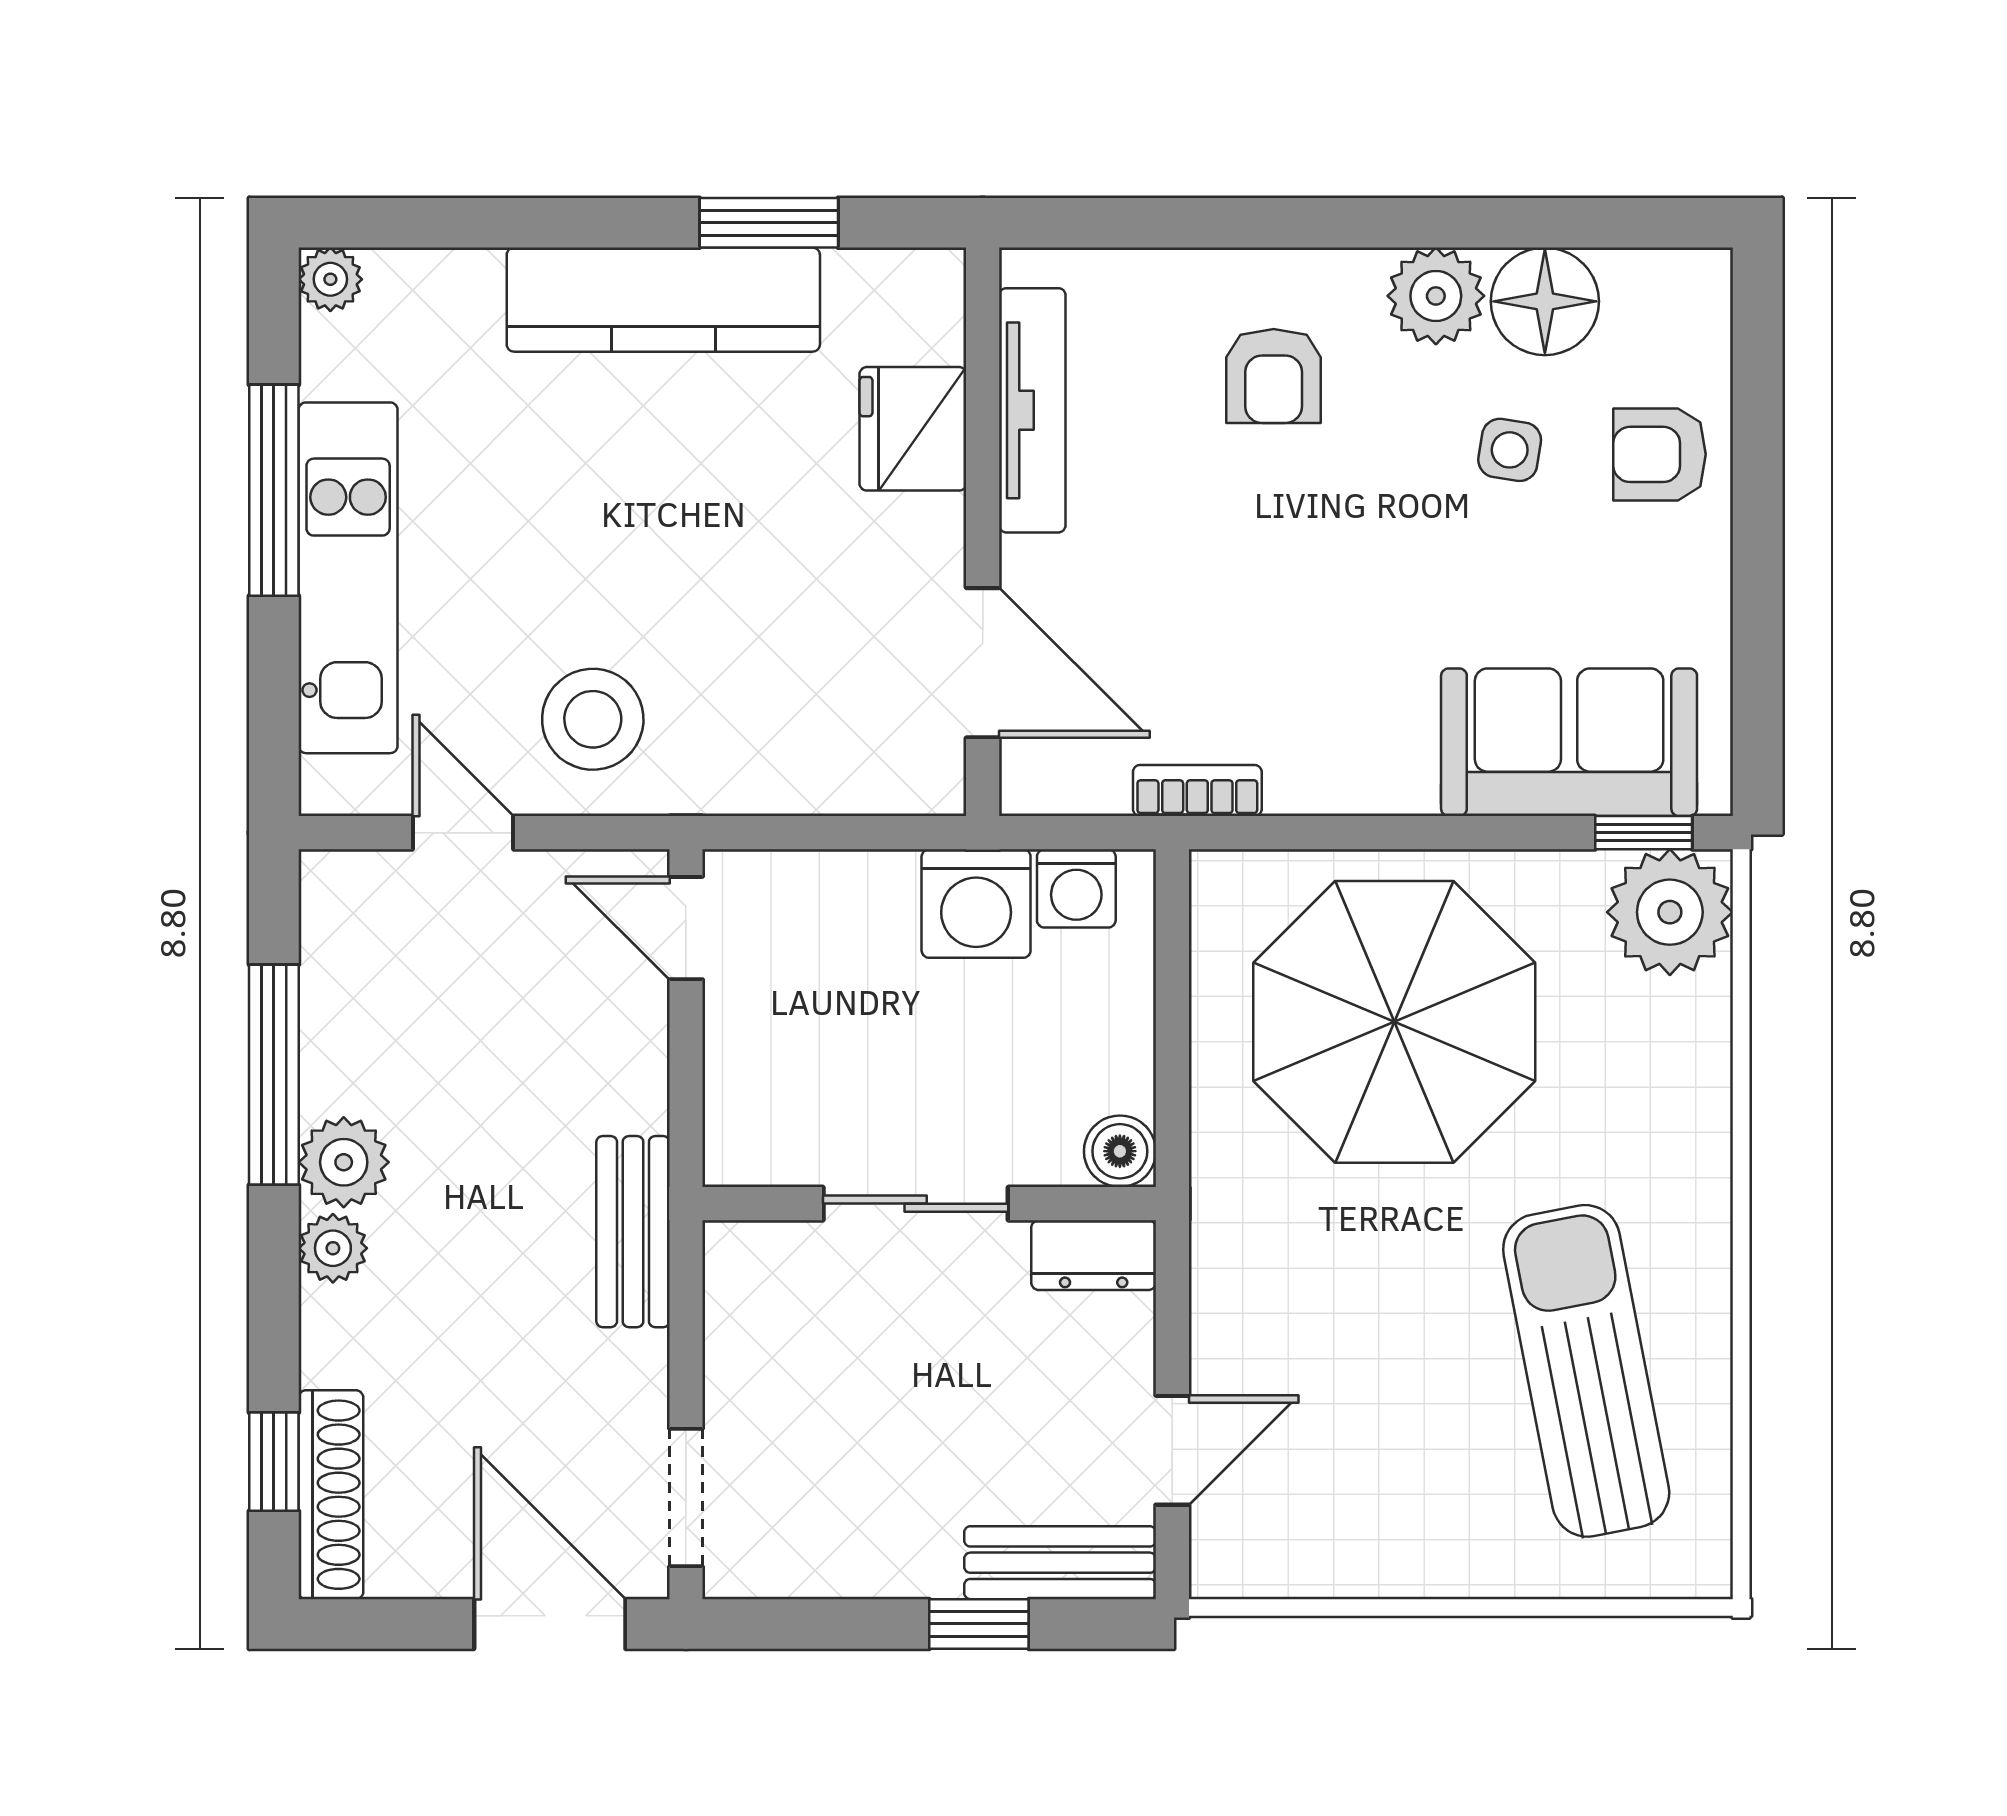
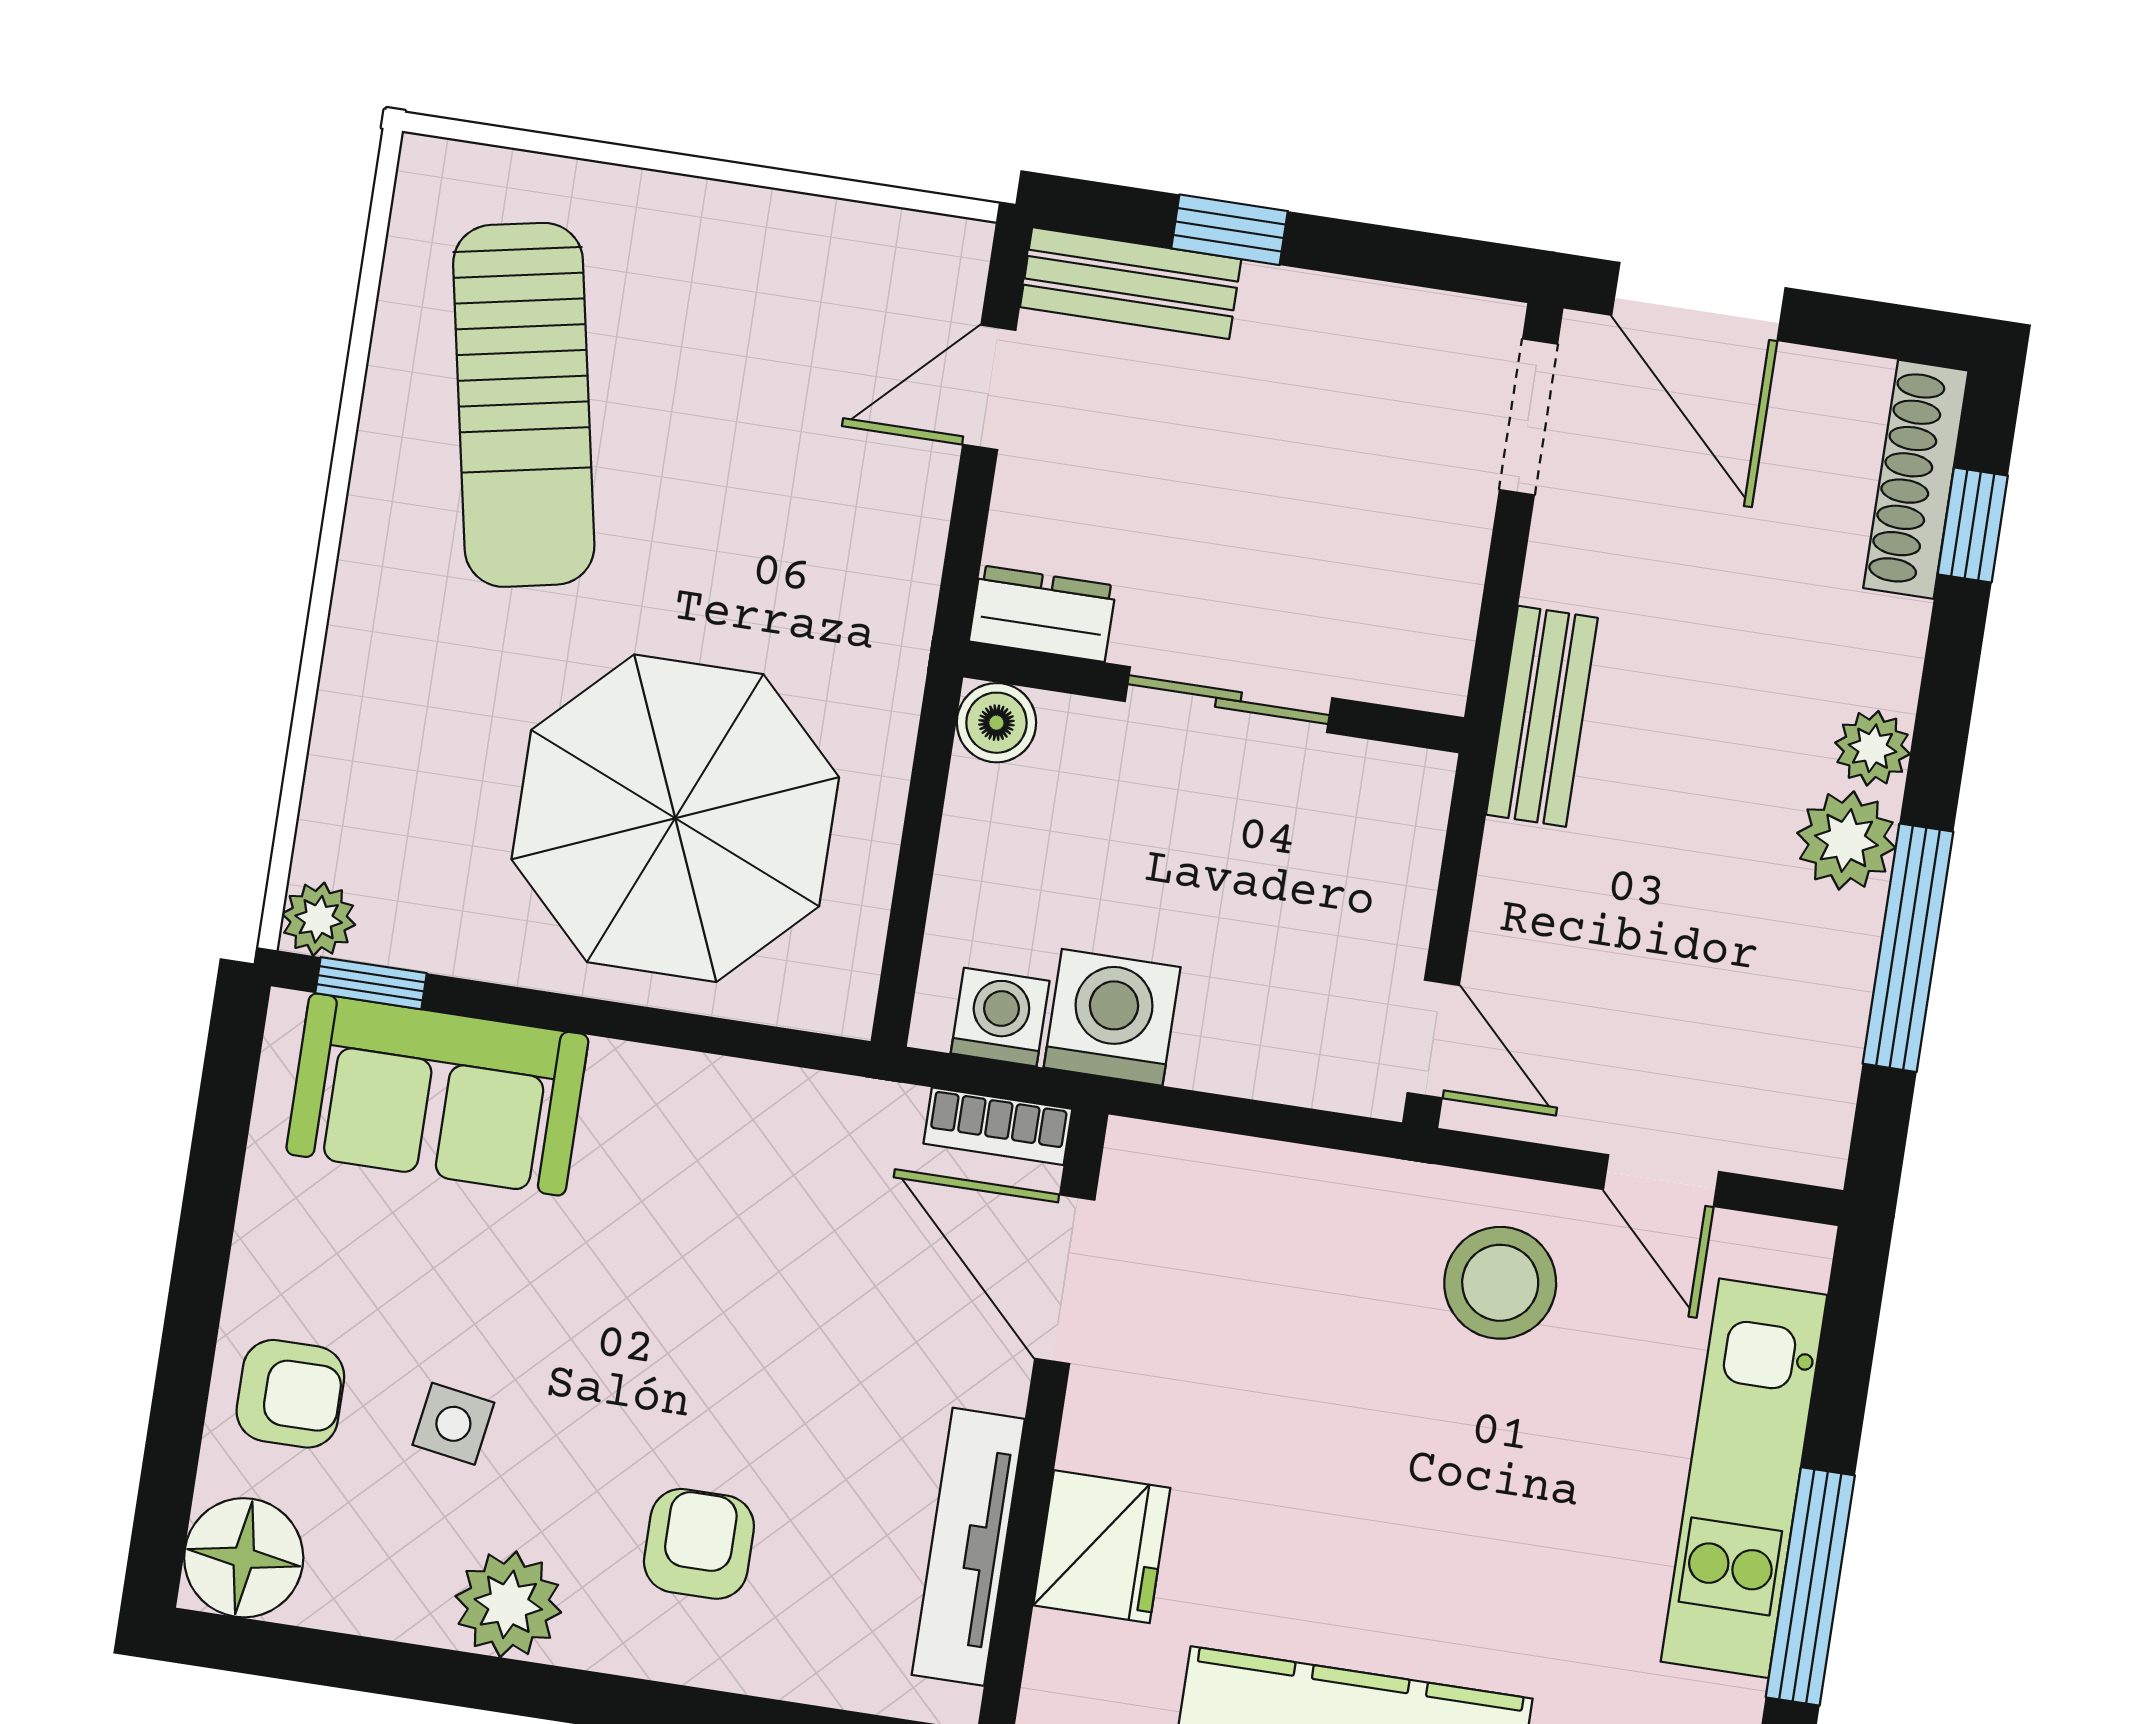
floor lamp: (1545, 301) -> (244, 1558), moved
bookcase: (1197, 791) -> (998, 1126), moved
plant: (1670, 912) -> (319, 919), width x0.53, depth x0.53

